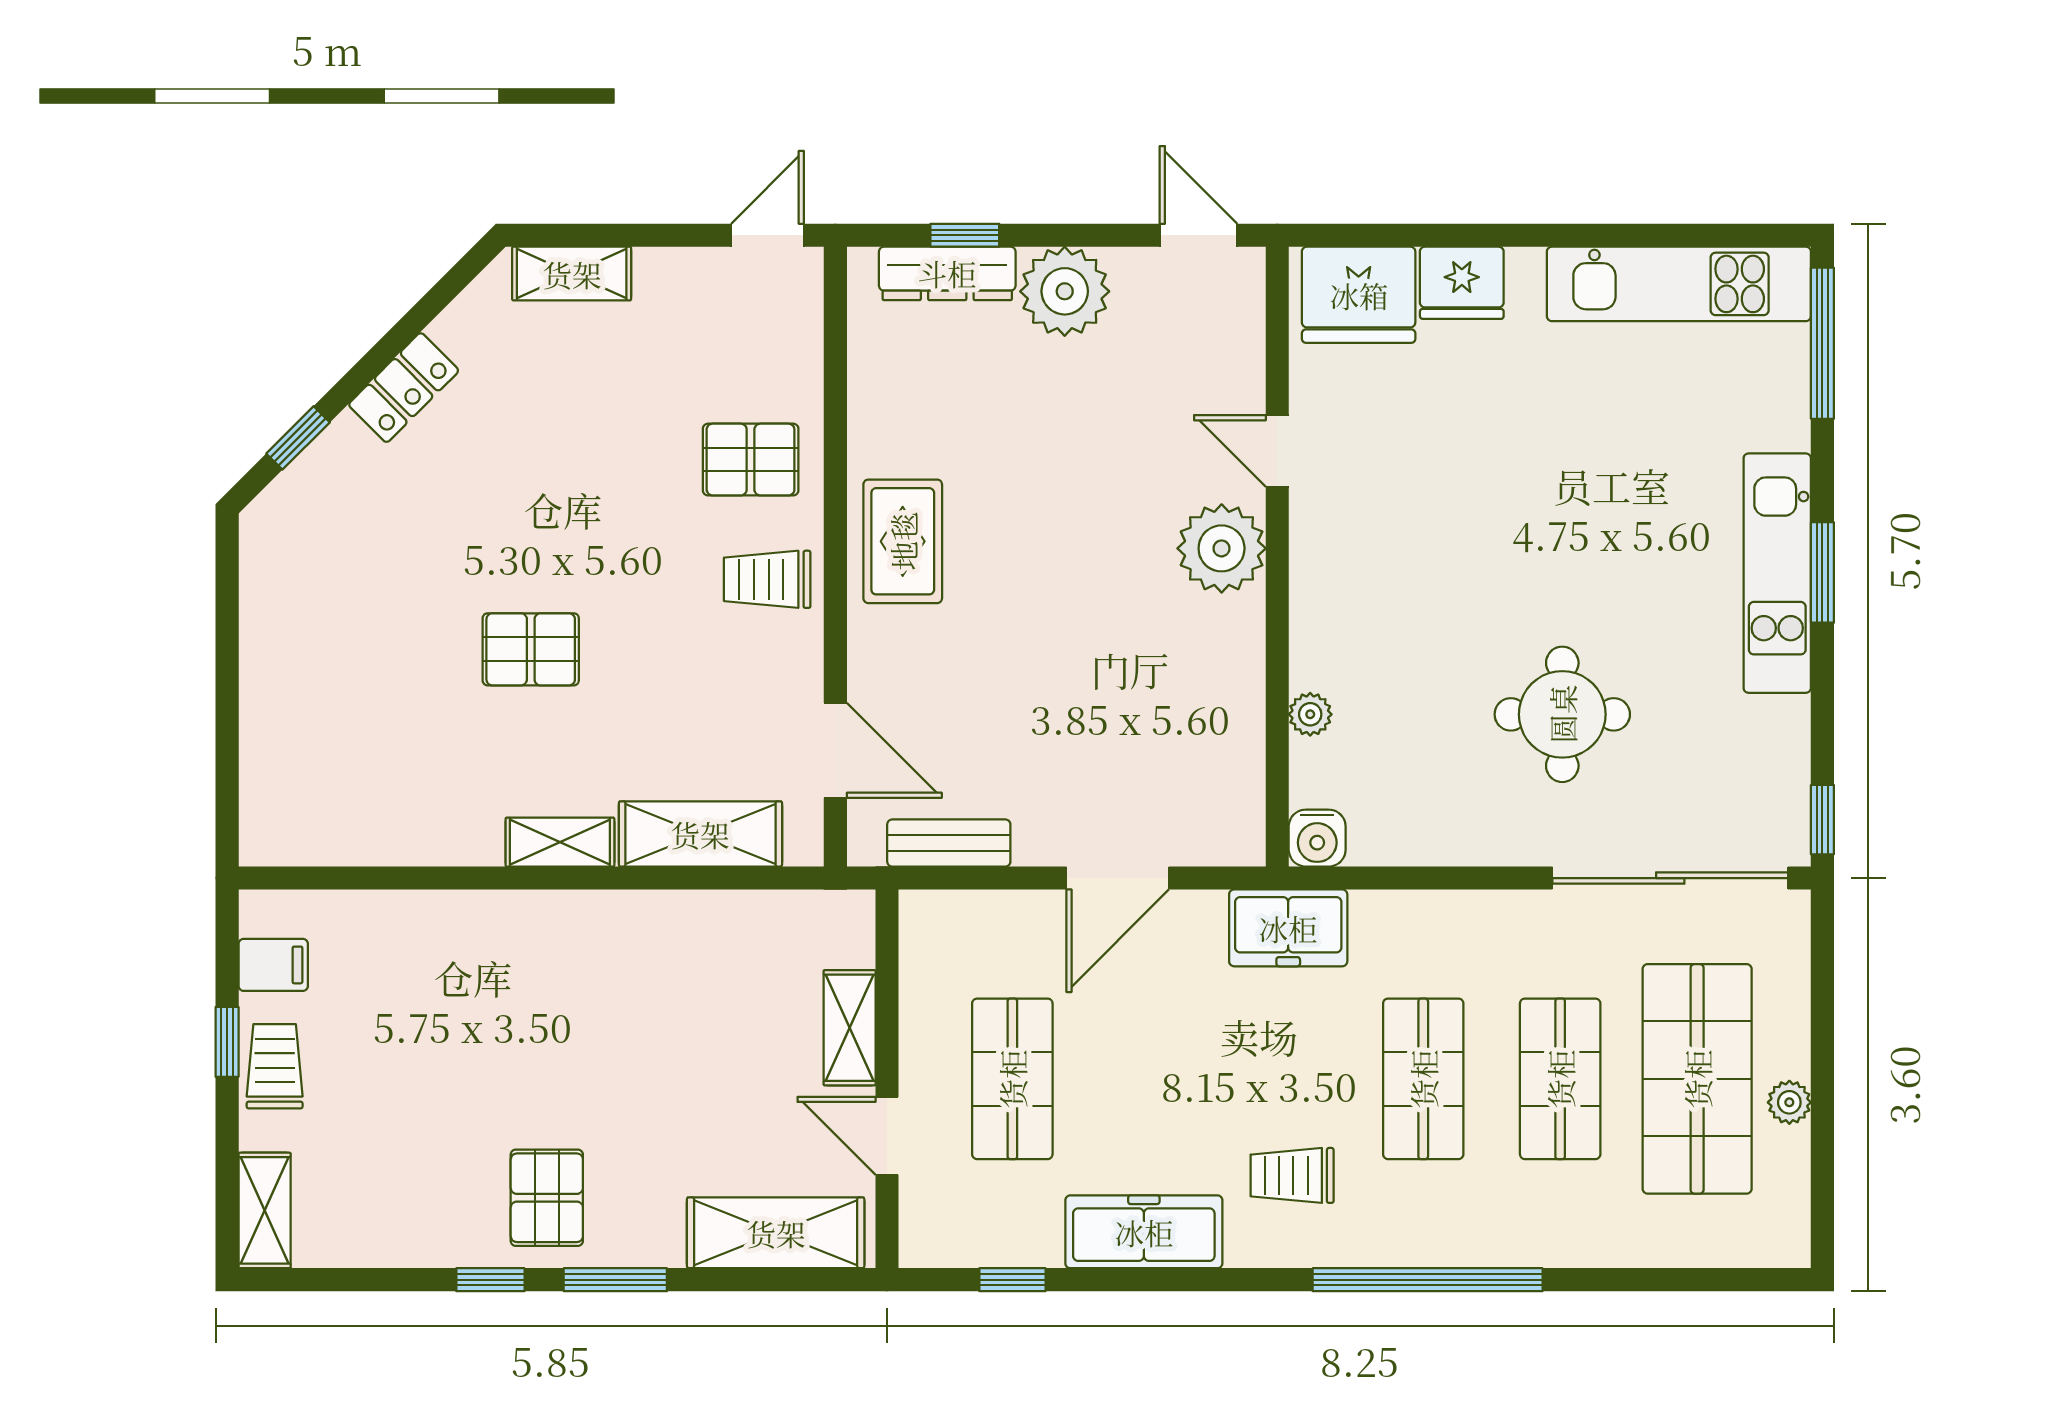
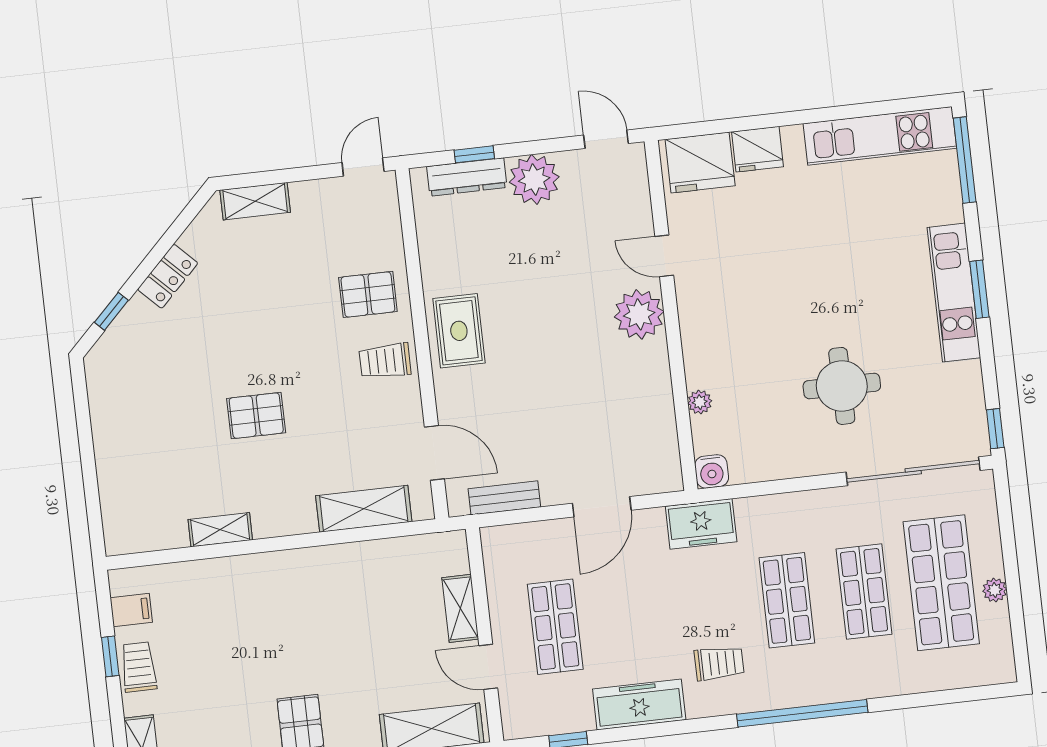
shelving: (560, 842) -> (220, 530), moved
trolley: (1292, 1175) -> (719, 663), turned 180

